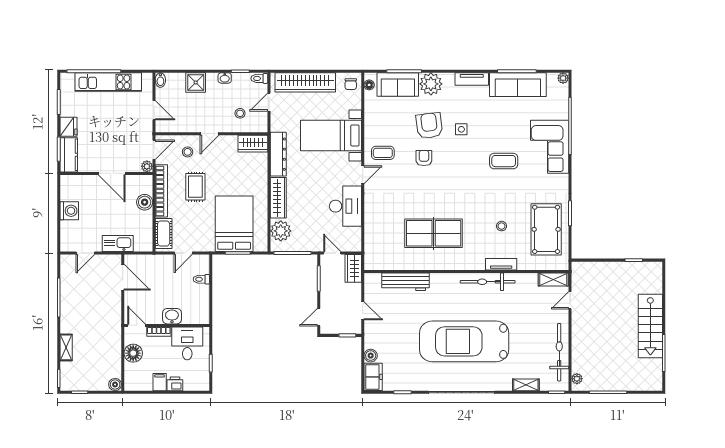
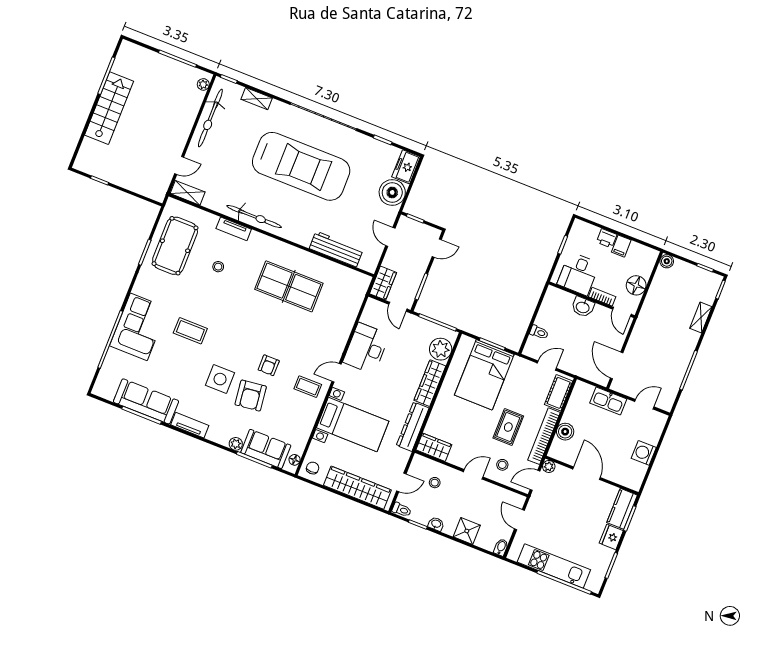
plant: (563, 78) -> (98, 390), removed
plant: (431, 84) -> (236, 444), width x0.53, depth x0.53
side table: (461, 129) -> (220, 379), width x1.87, depth x1.87
boiler: (371, 356) -> (392, 192), width x1.86, depth x1.86

